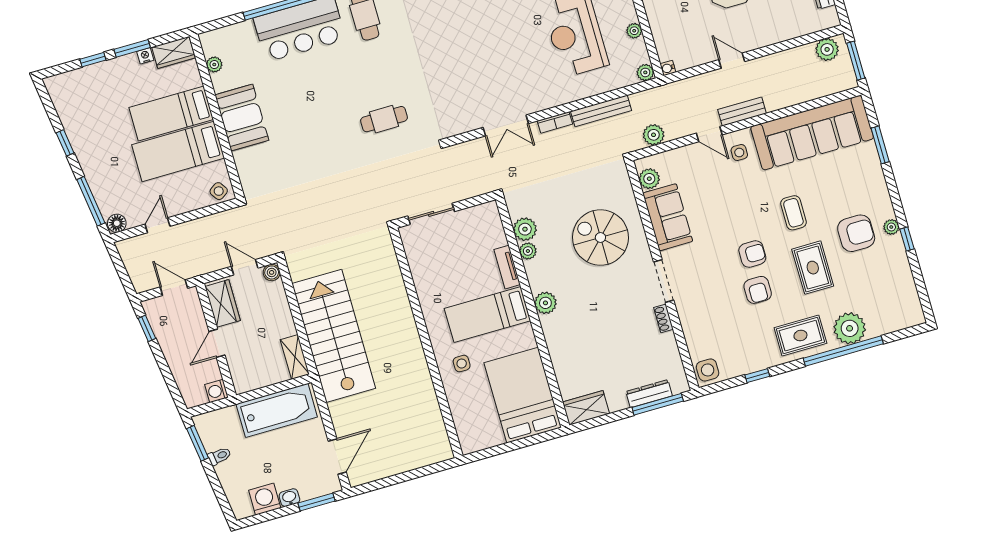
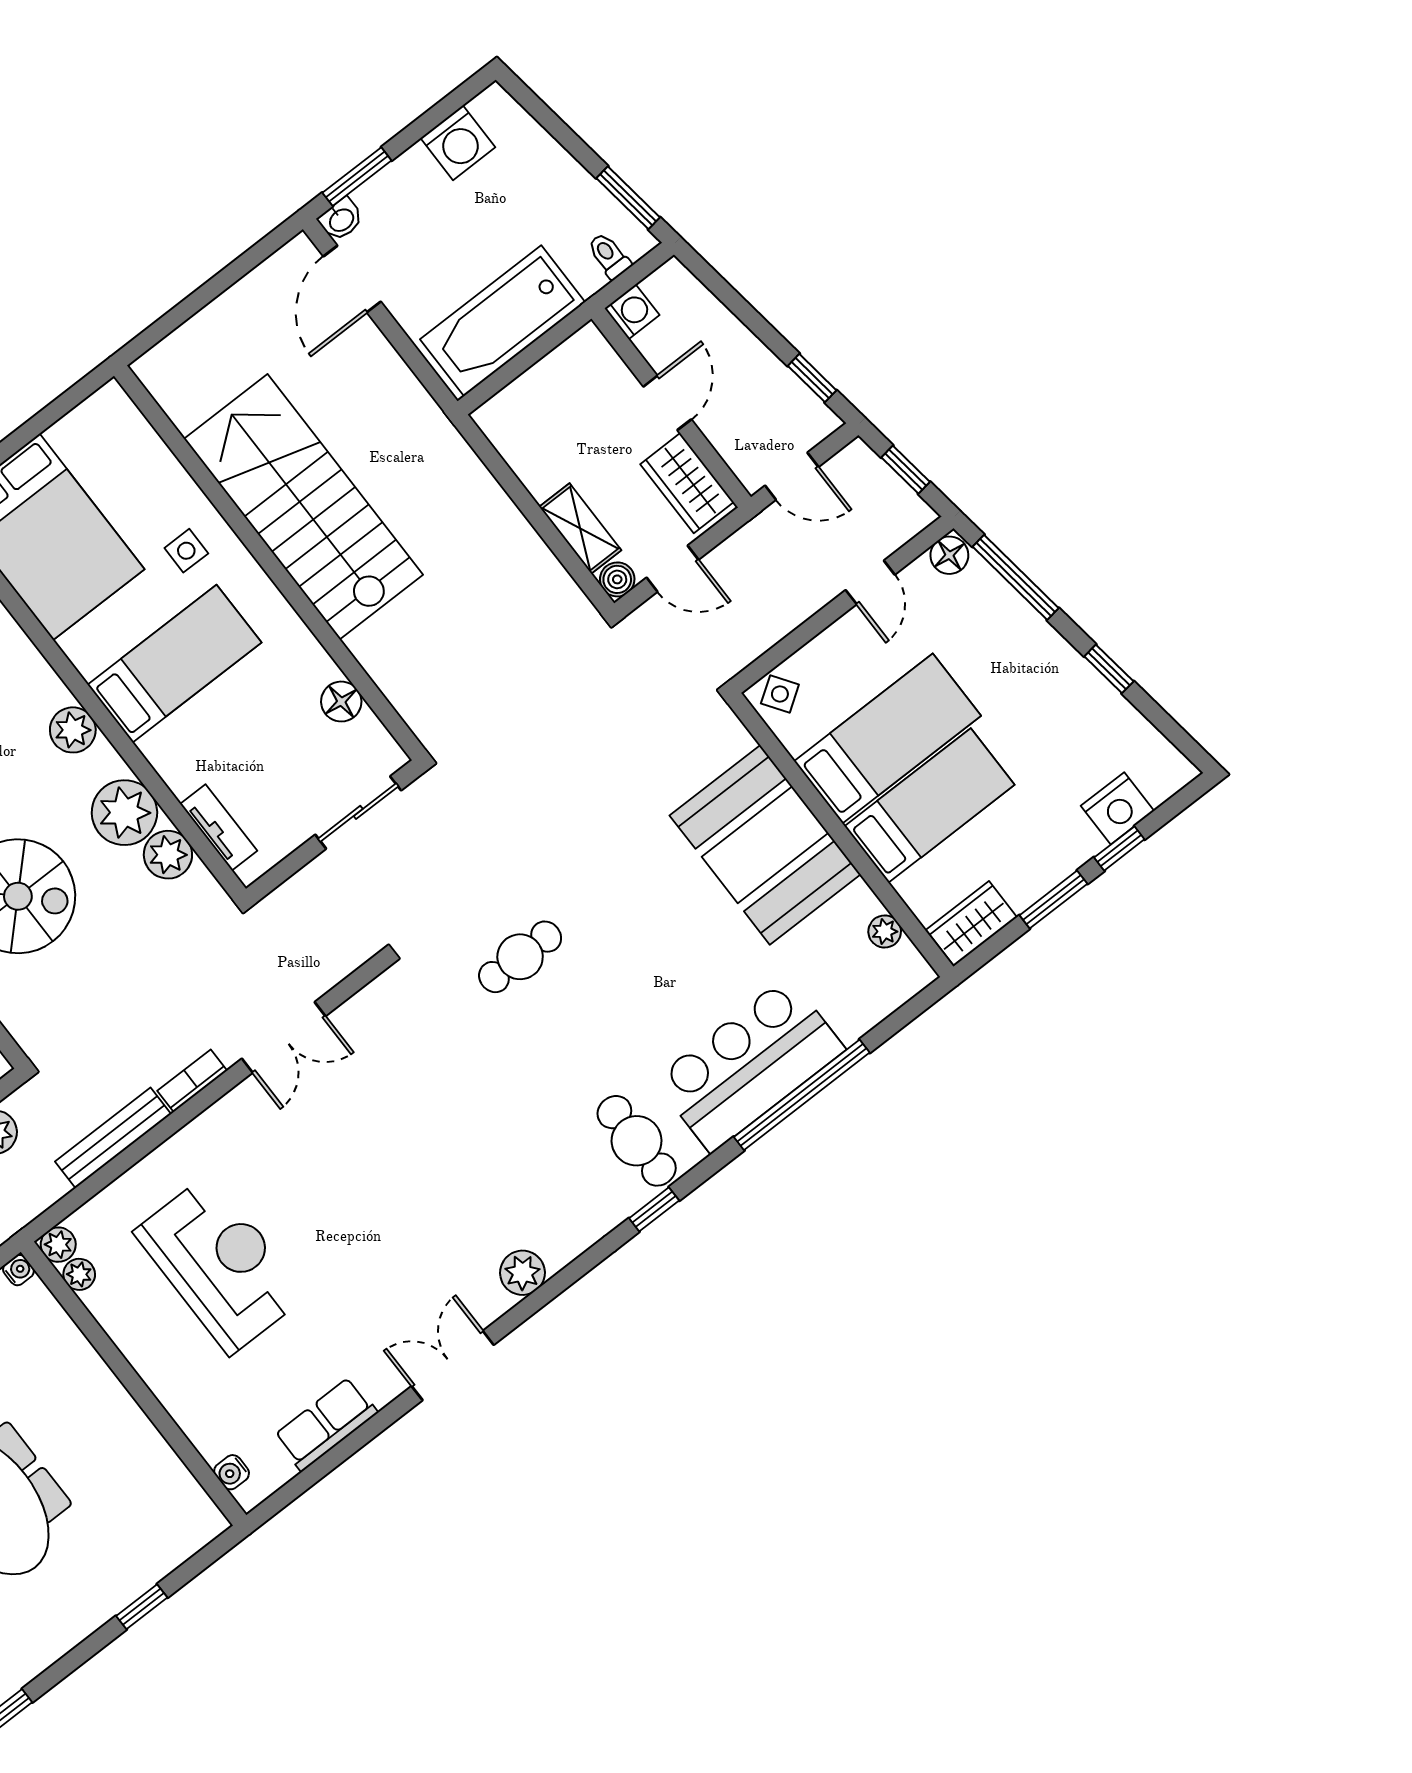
plant: (634, 31) -> (79, 1274), moved
nightstand: (145, 56) -> (1117, 808), moved, width x1.89, depth x1.79
booth: (242, 118) -> (765, 845), width x1.36, depth x1.42
double door: (506, 125) -> (284, 1037), swing flipped
plant: (528, 251) -> (124, 813), width x1.88, depth x1.88
floor lamp: (419, 267) -> (341, 702), added
tv unit: (507, 267) -> (219, 827), moved
window: (121, 270) -> (906, 470), added
stairs: (334, 336) -> (303, 507), moved, turned 180
shelving: (295, 357) -> (580, 528), moved
toilet: (219, 456) -> (609, 256), moved, turned 98
washbasin: (289, 498) -> (341, 219), moved

